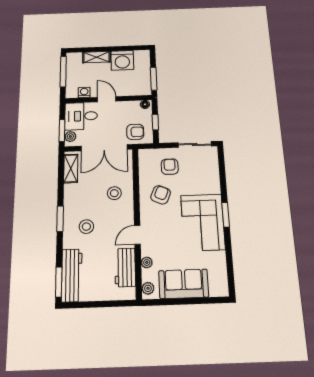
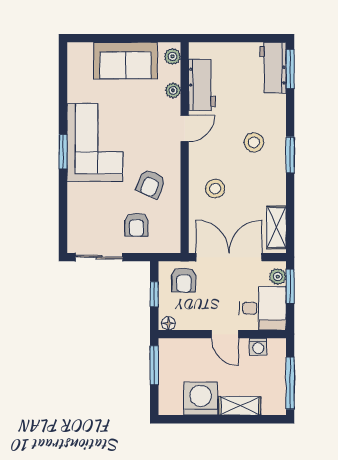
armchair: (135, 132) -> (184, 280), turned -90
workbench: (72, 275) -> (273, 68), width x0.73

